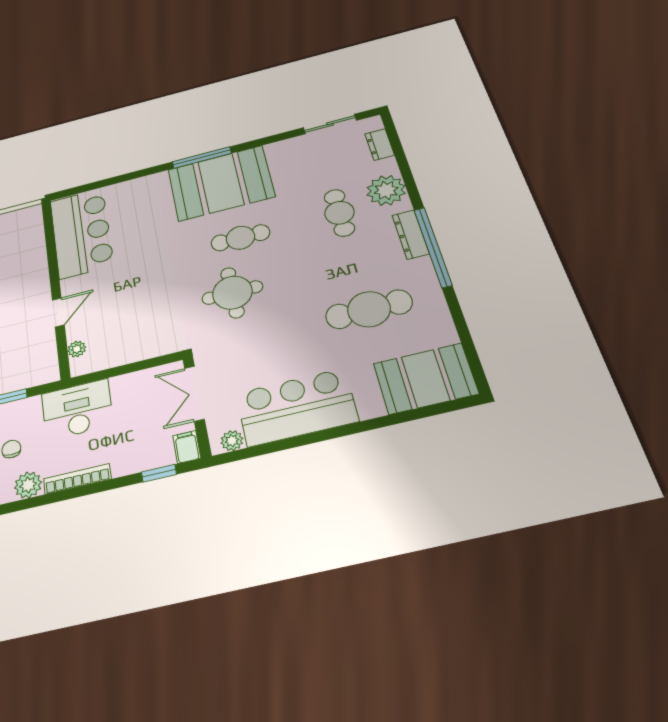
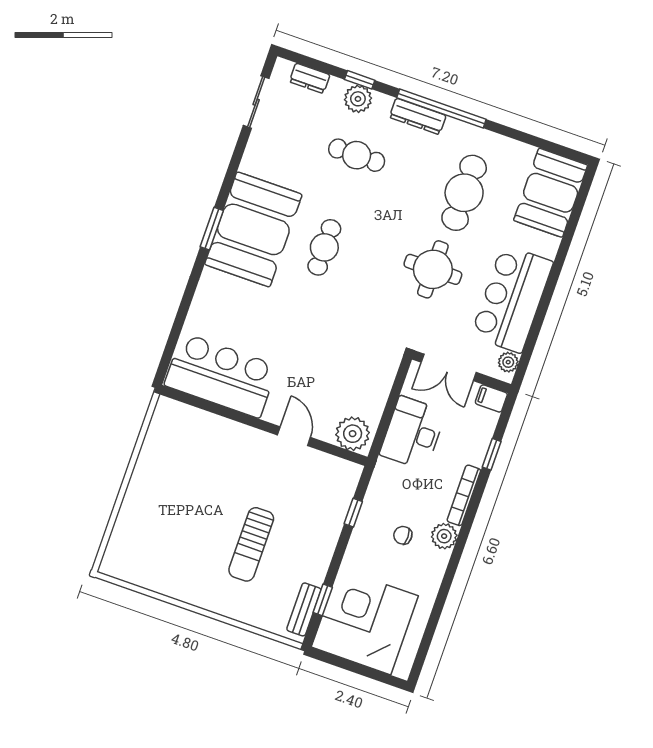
window: (202, 157) -> (212, 229), width x0.69
window: (408, 177) -> (360, 80), added
plant: (386, 190) -> (358, 99), width x0.73, depth x0.73
round table: (232, 293) -> (433, 269), moved
plant: (77, 349) -> (353, 434), width x1.87, depth x1.87
desk: (77, 409) -> (413, 433), moved
window: (159, 473) -> (492, 454), moved

